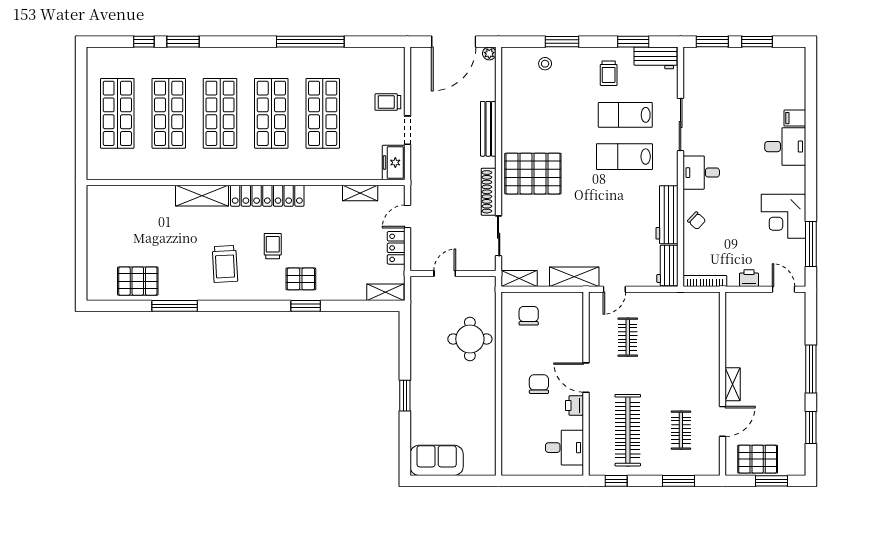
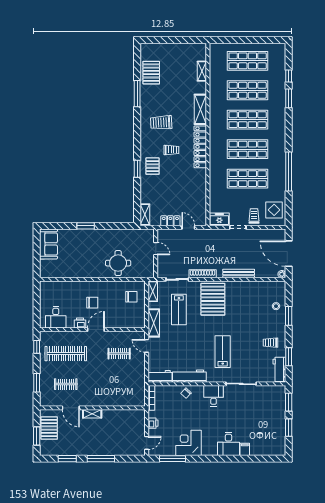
display table: (377, 67) -> (274, 210), added
lab bench: (625, 115) -> (179, 309), moved, turned 180
shelving: (360, 193) -> (202, 71), moved

